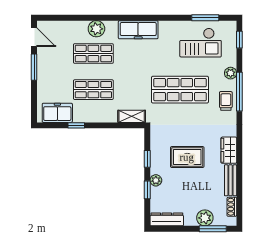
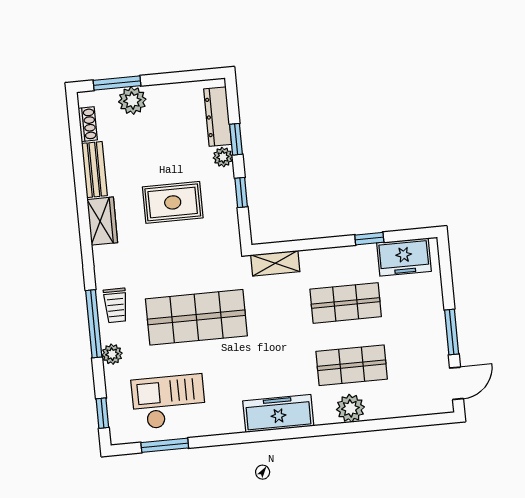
door: (34, 37) -> (457, 383), swing flipped
dresser: (167, 219) -> (218, 117), moved, turned 90

